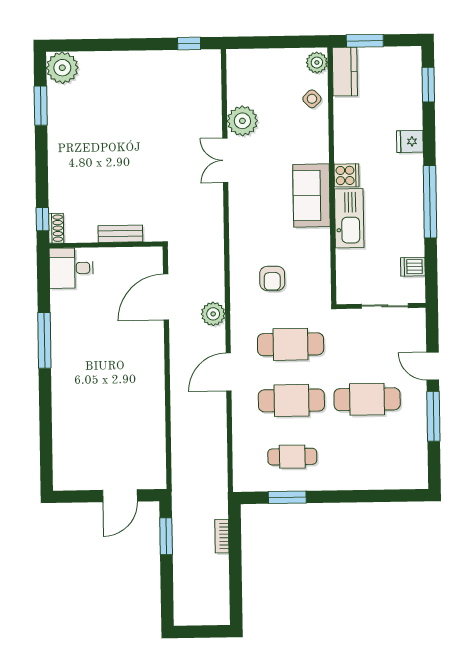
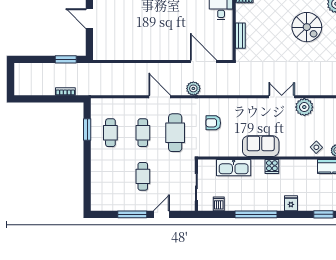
spiral stairs: (103, 119) -> (307, 27), added
kitchen sink: (349, 218) -> (234, 168), moved
cafe table: (367, 399) -> (143, 176), width x0.73, depth x0.74
cafe table: (291, 400) -> (143, 133), width x0.73, depth x0.74
door: (120, 496) -> (89, 19), moved

